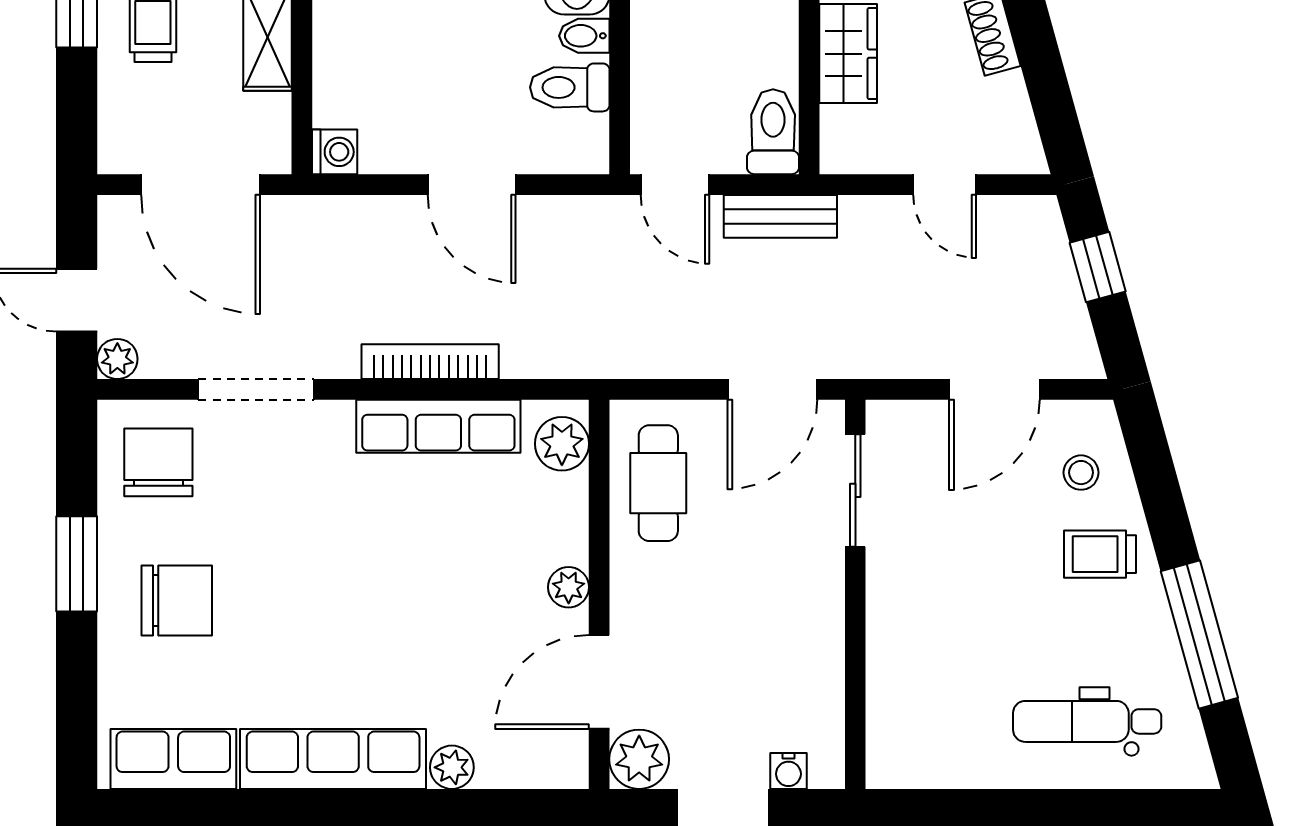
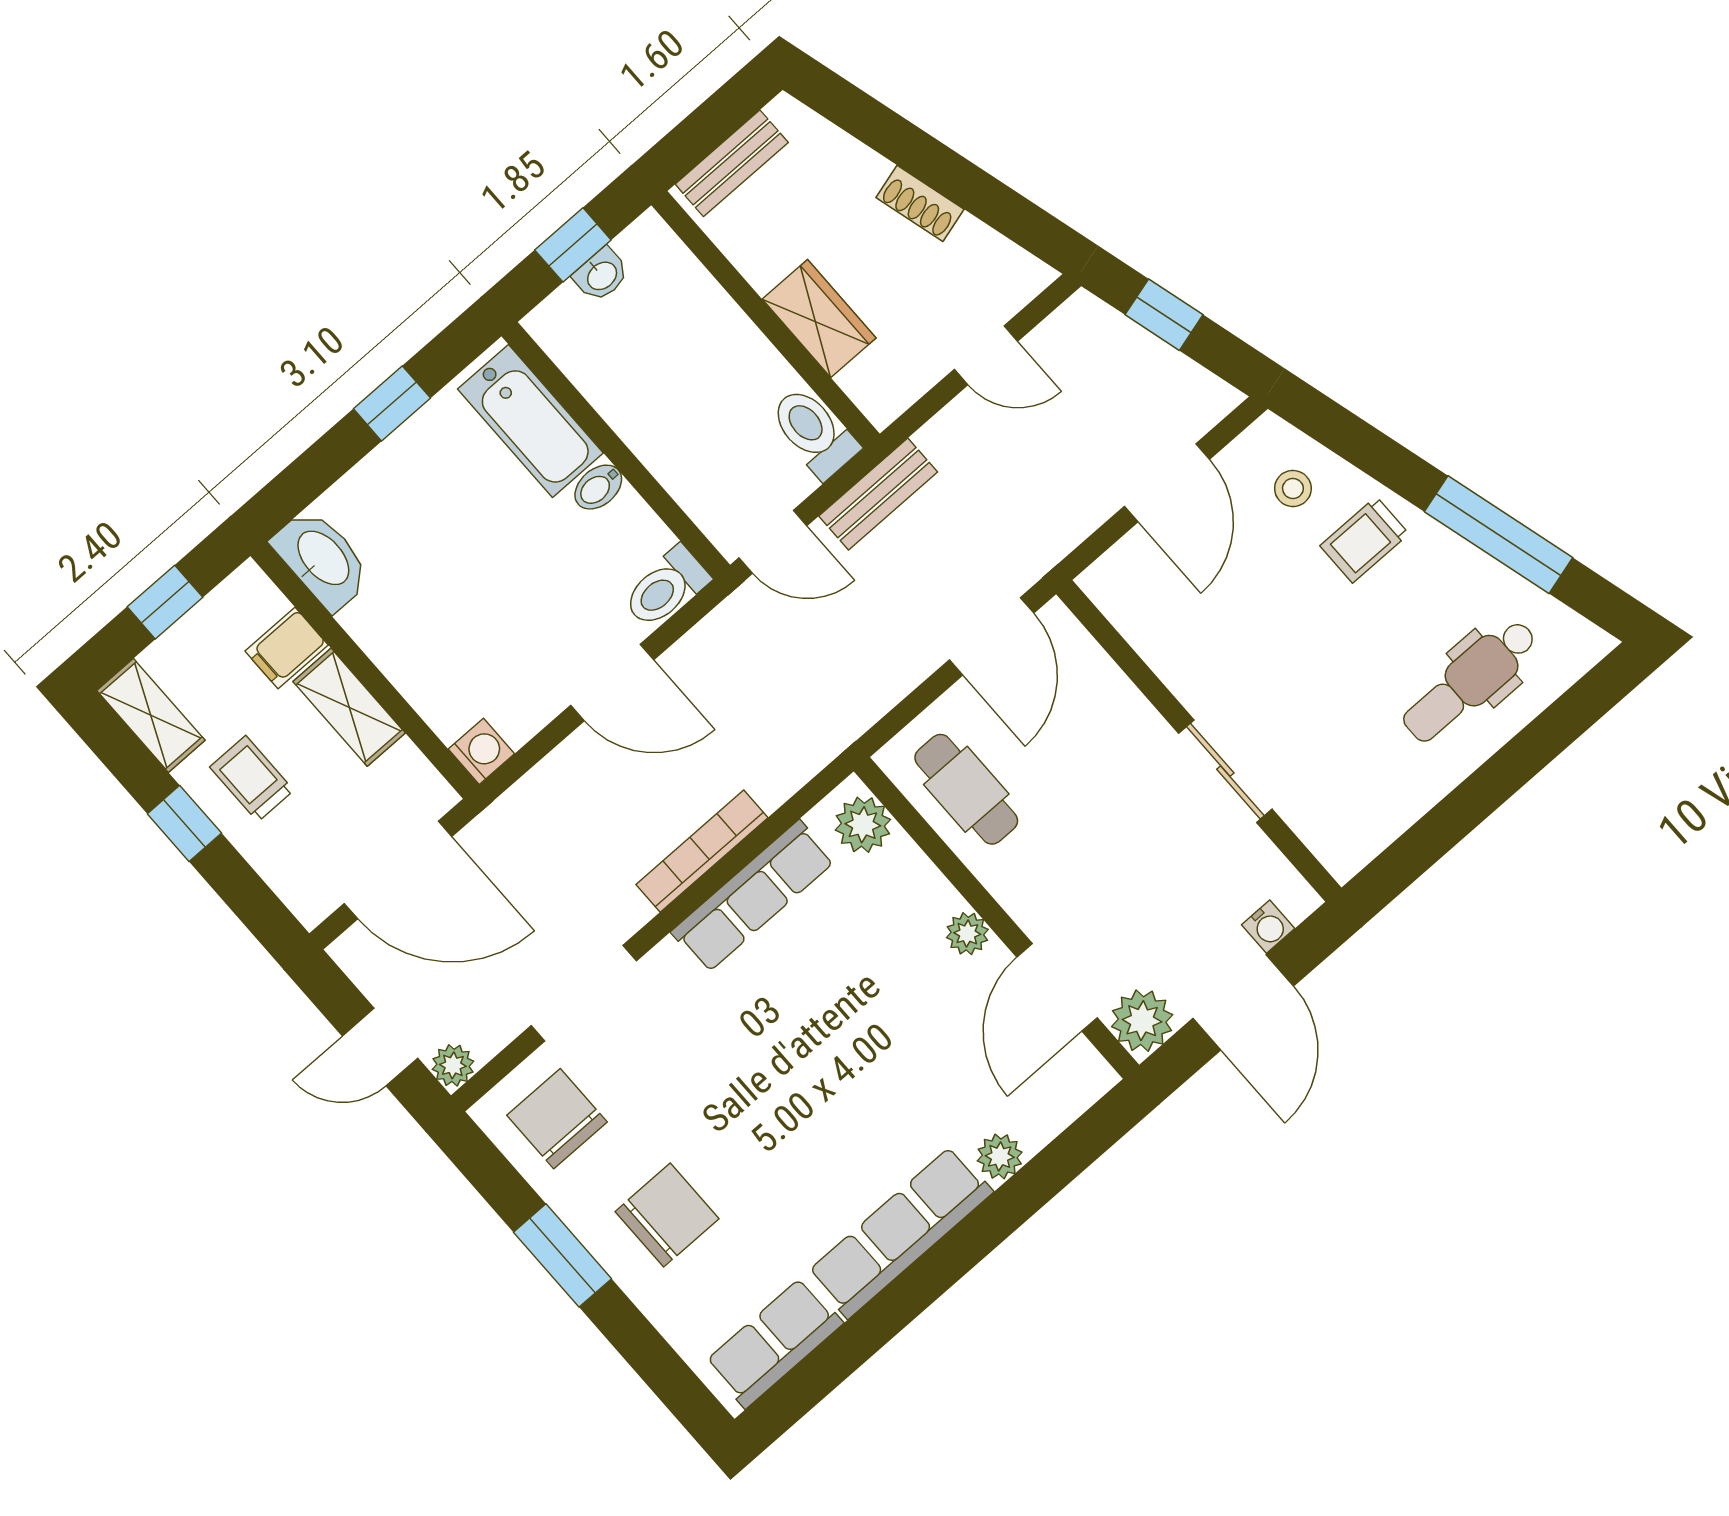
toilet: (570, 87) -> (666, 587), moved
sliding door: (855, 490) -> (1225, 771), moved

